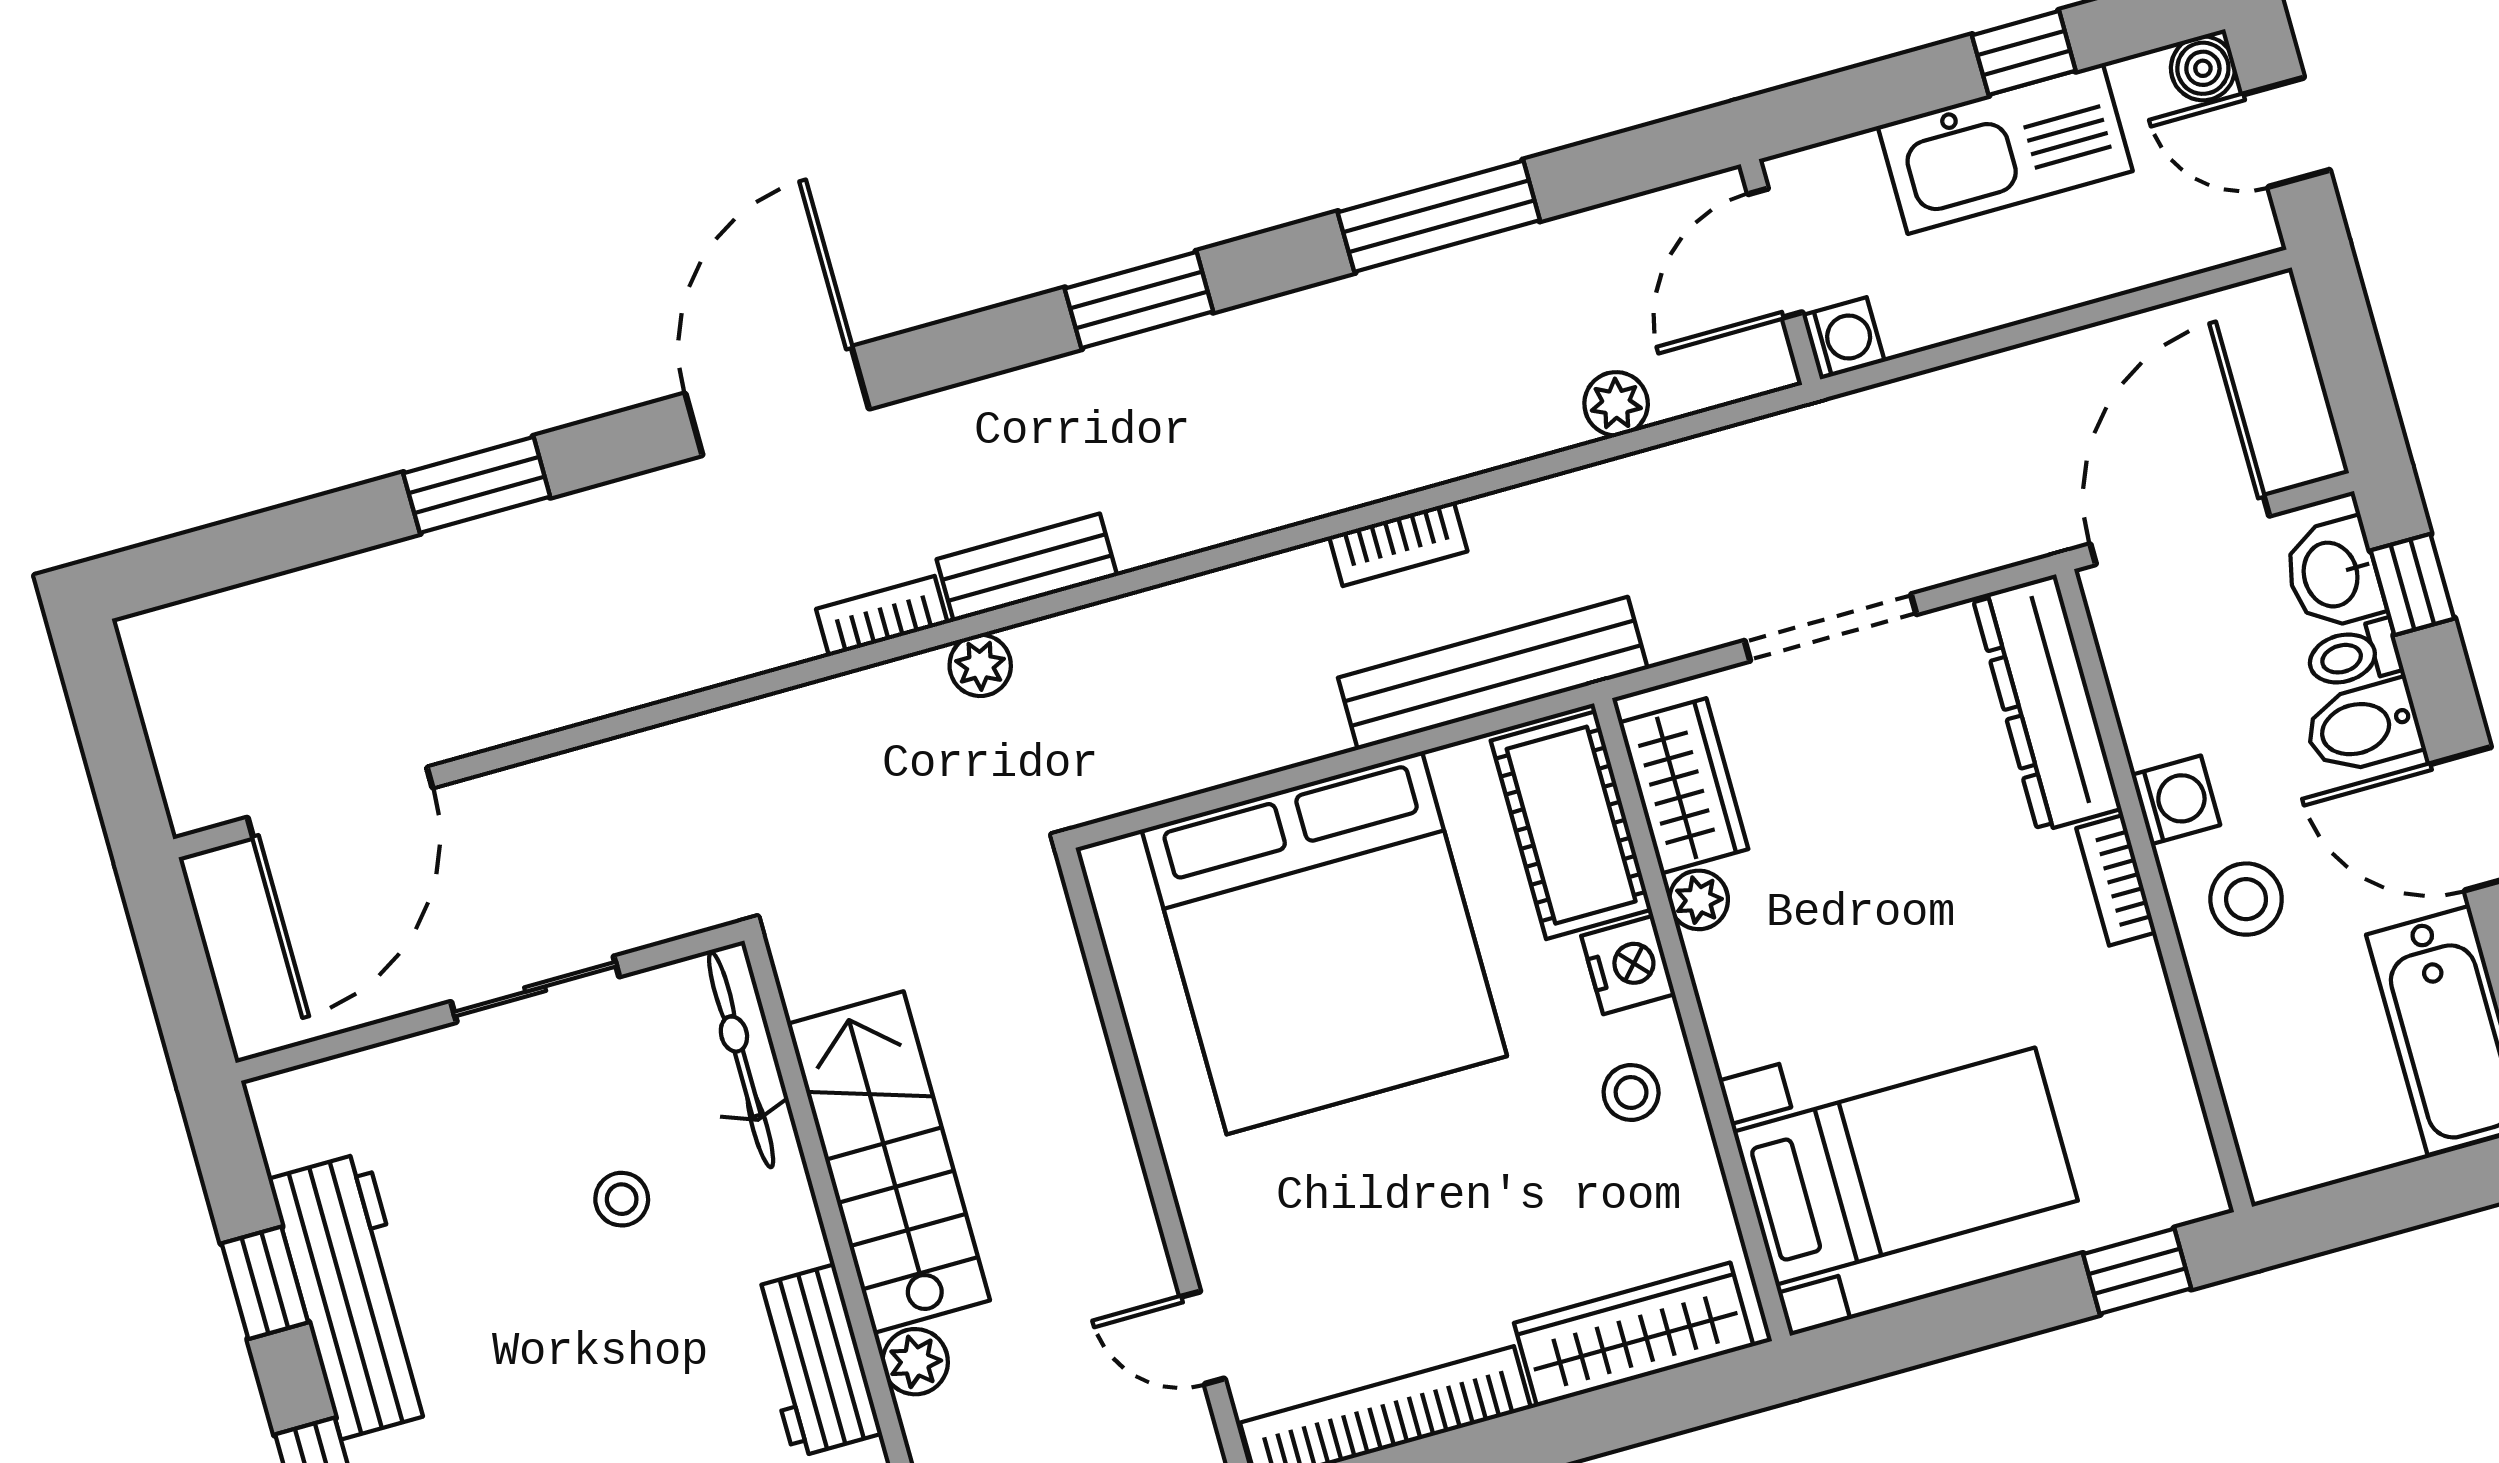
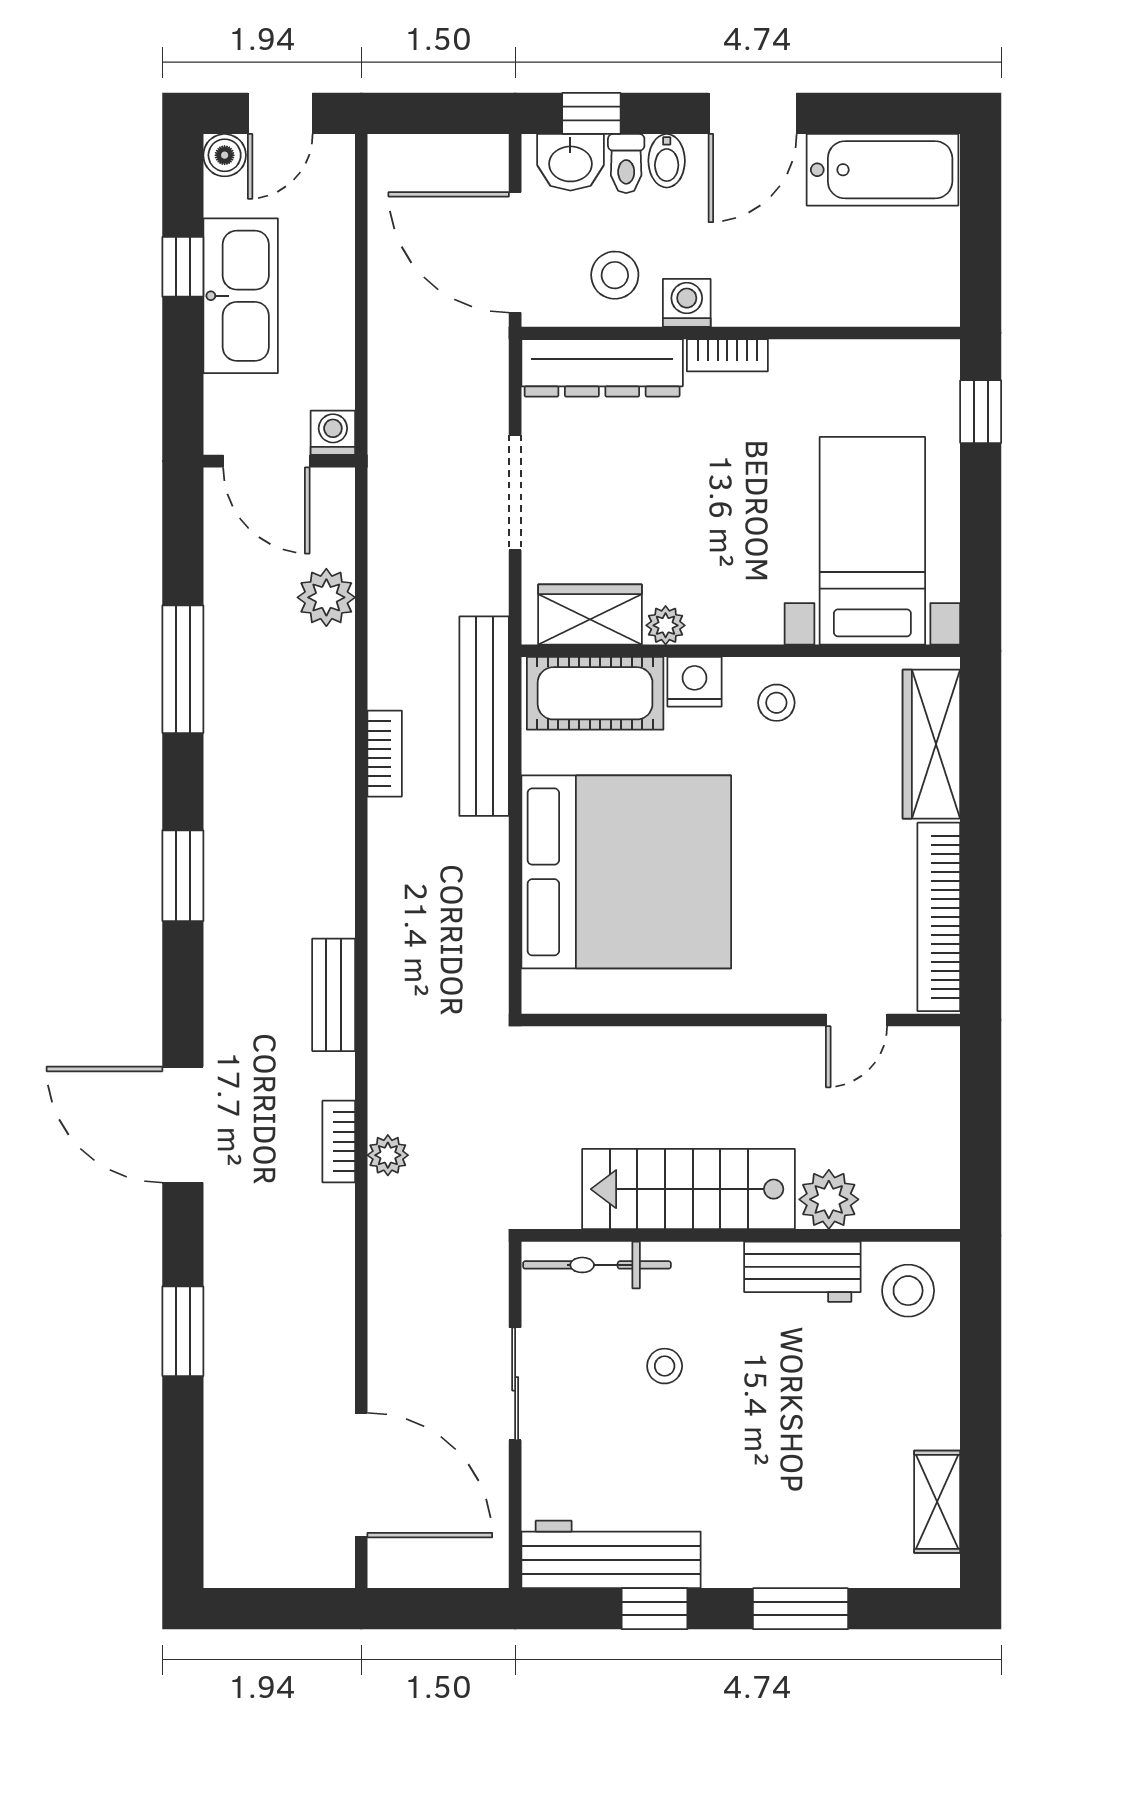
plant: (1616, 404) -> (326, 597), width x1.38, depth x1.38
bookcase: (882, 616) -> (339, 1142), moved
plant: (980, 665) -> (388, 1155), moved
bidet: (2363, 727) -> (667, 161), width x0.72, depth x0.74
stool: (2246, 899) -> (615, 275), moved
workbench: (353, 1296) -> (611, 1554), moved
plant: (915, 1362) -> (829, 1199), width x1.38, depth x1.38

